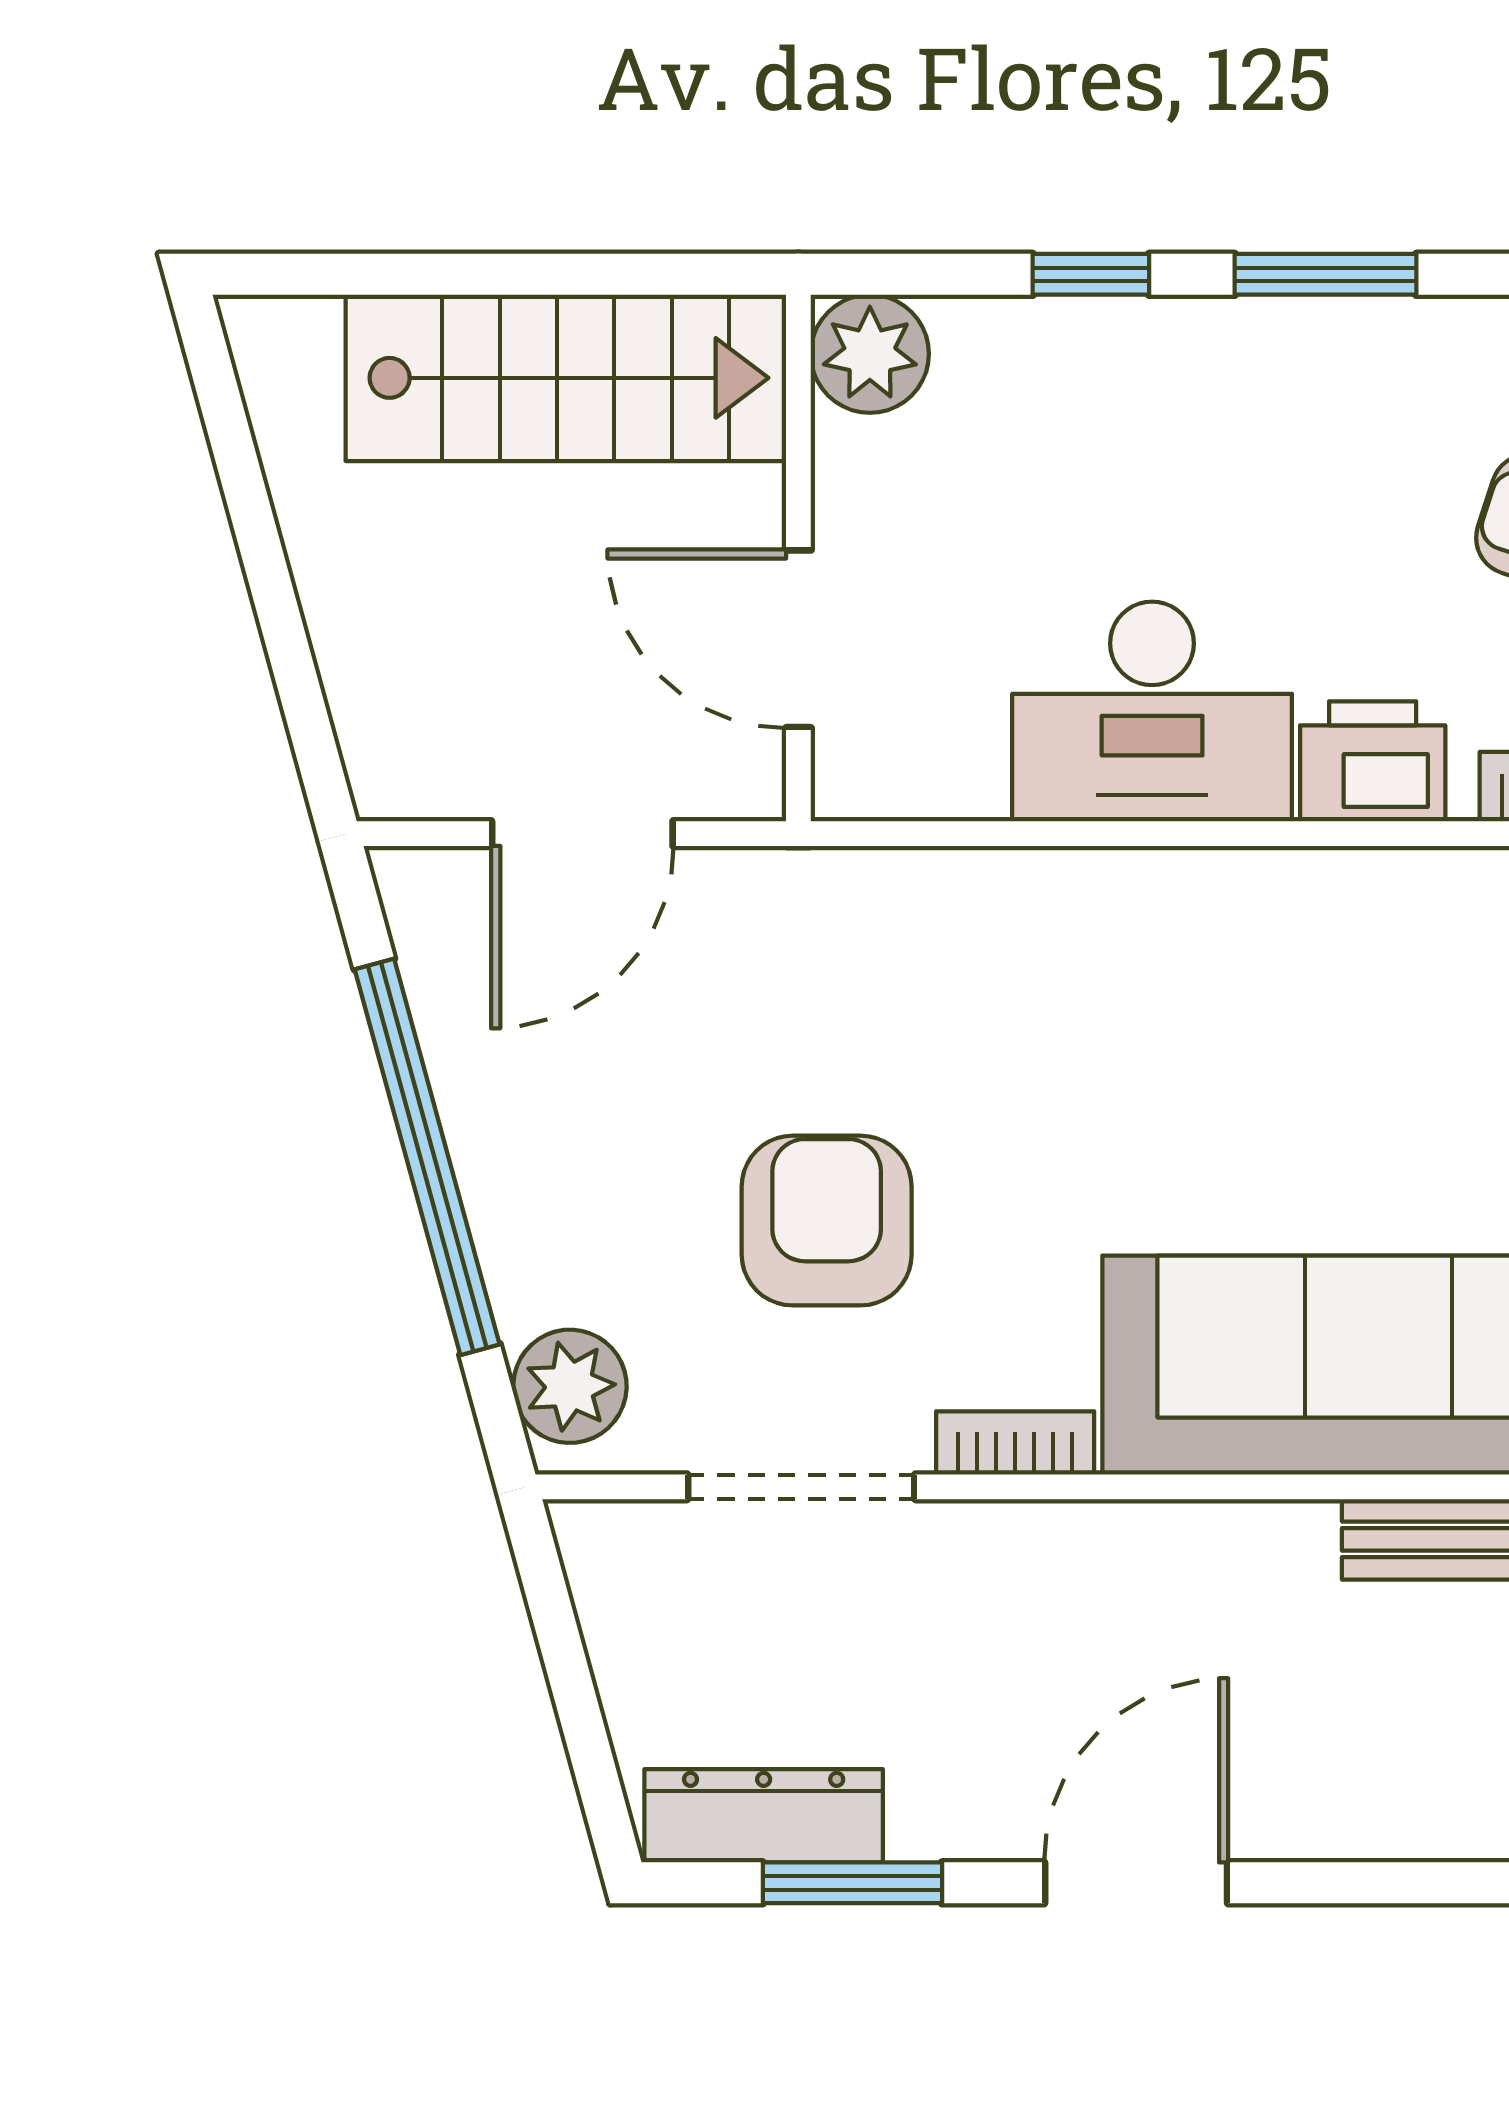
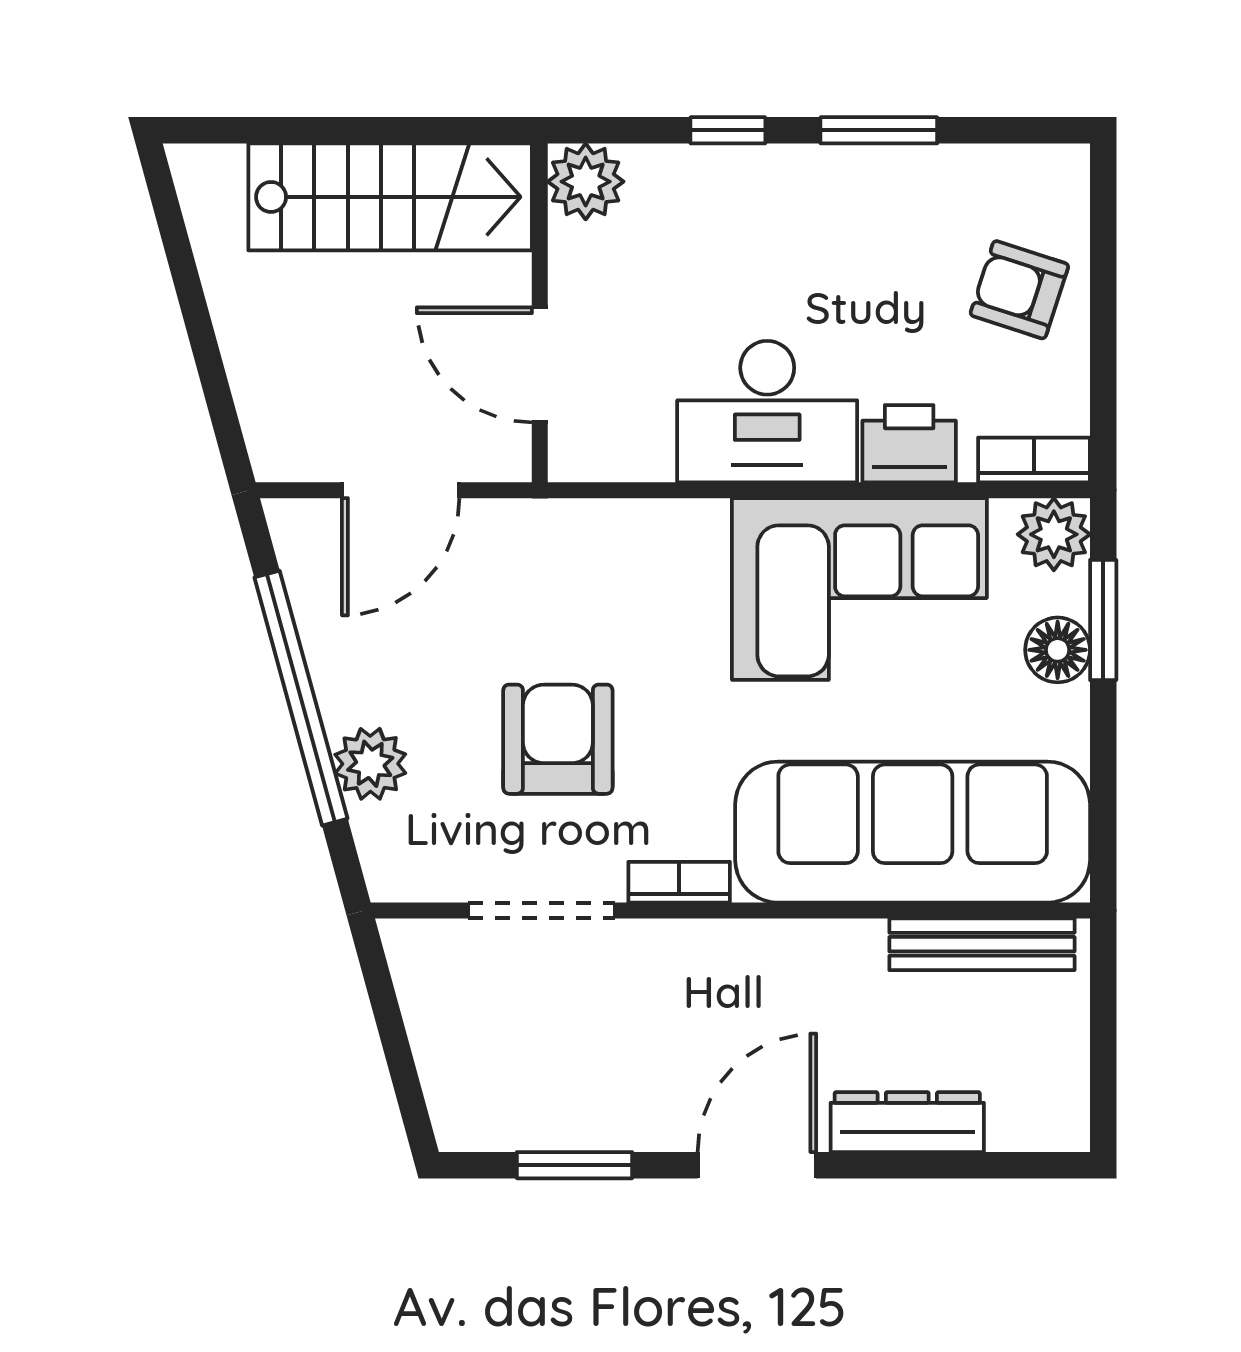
corner sofa: (1295, 987) -> (859, 589), added
plant: (570, 1386) -> (370, 764), moved
dresser: (764, 1816) -> (907, 1122), moved

